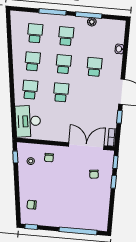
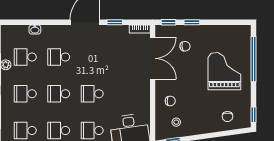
school desk: (97, 39) -> (25, 57), added
double door: (86, 146) -> (153, 58), swing flipped
grand piano: (70, 205) -> (224, 71), added

